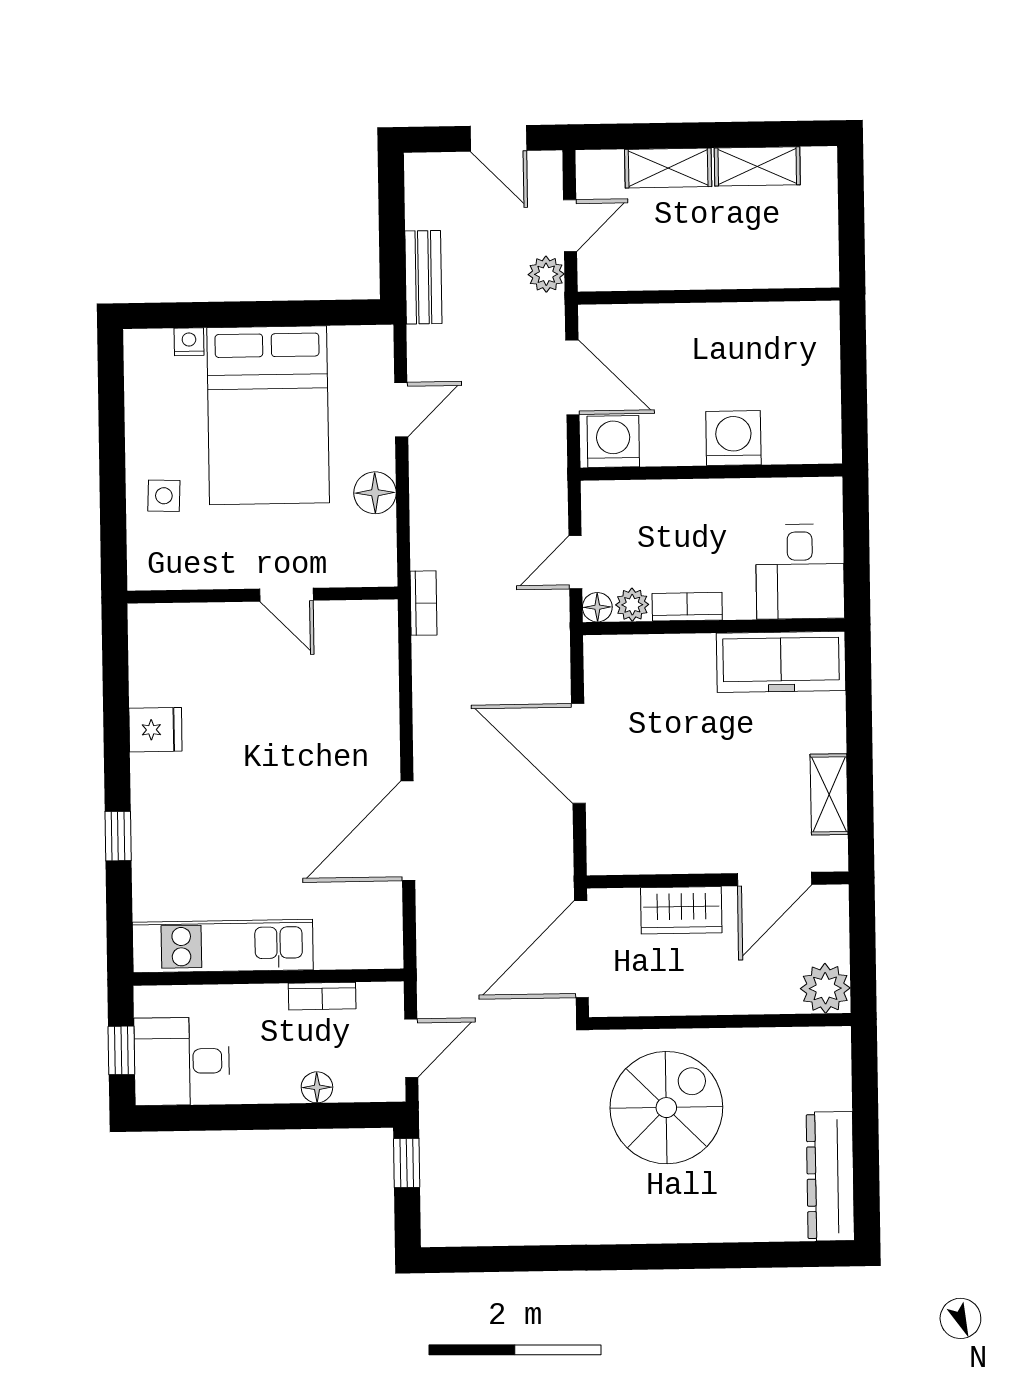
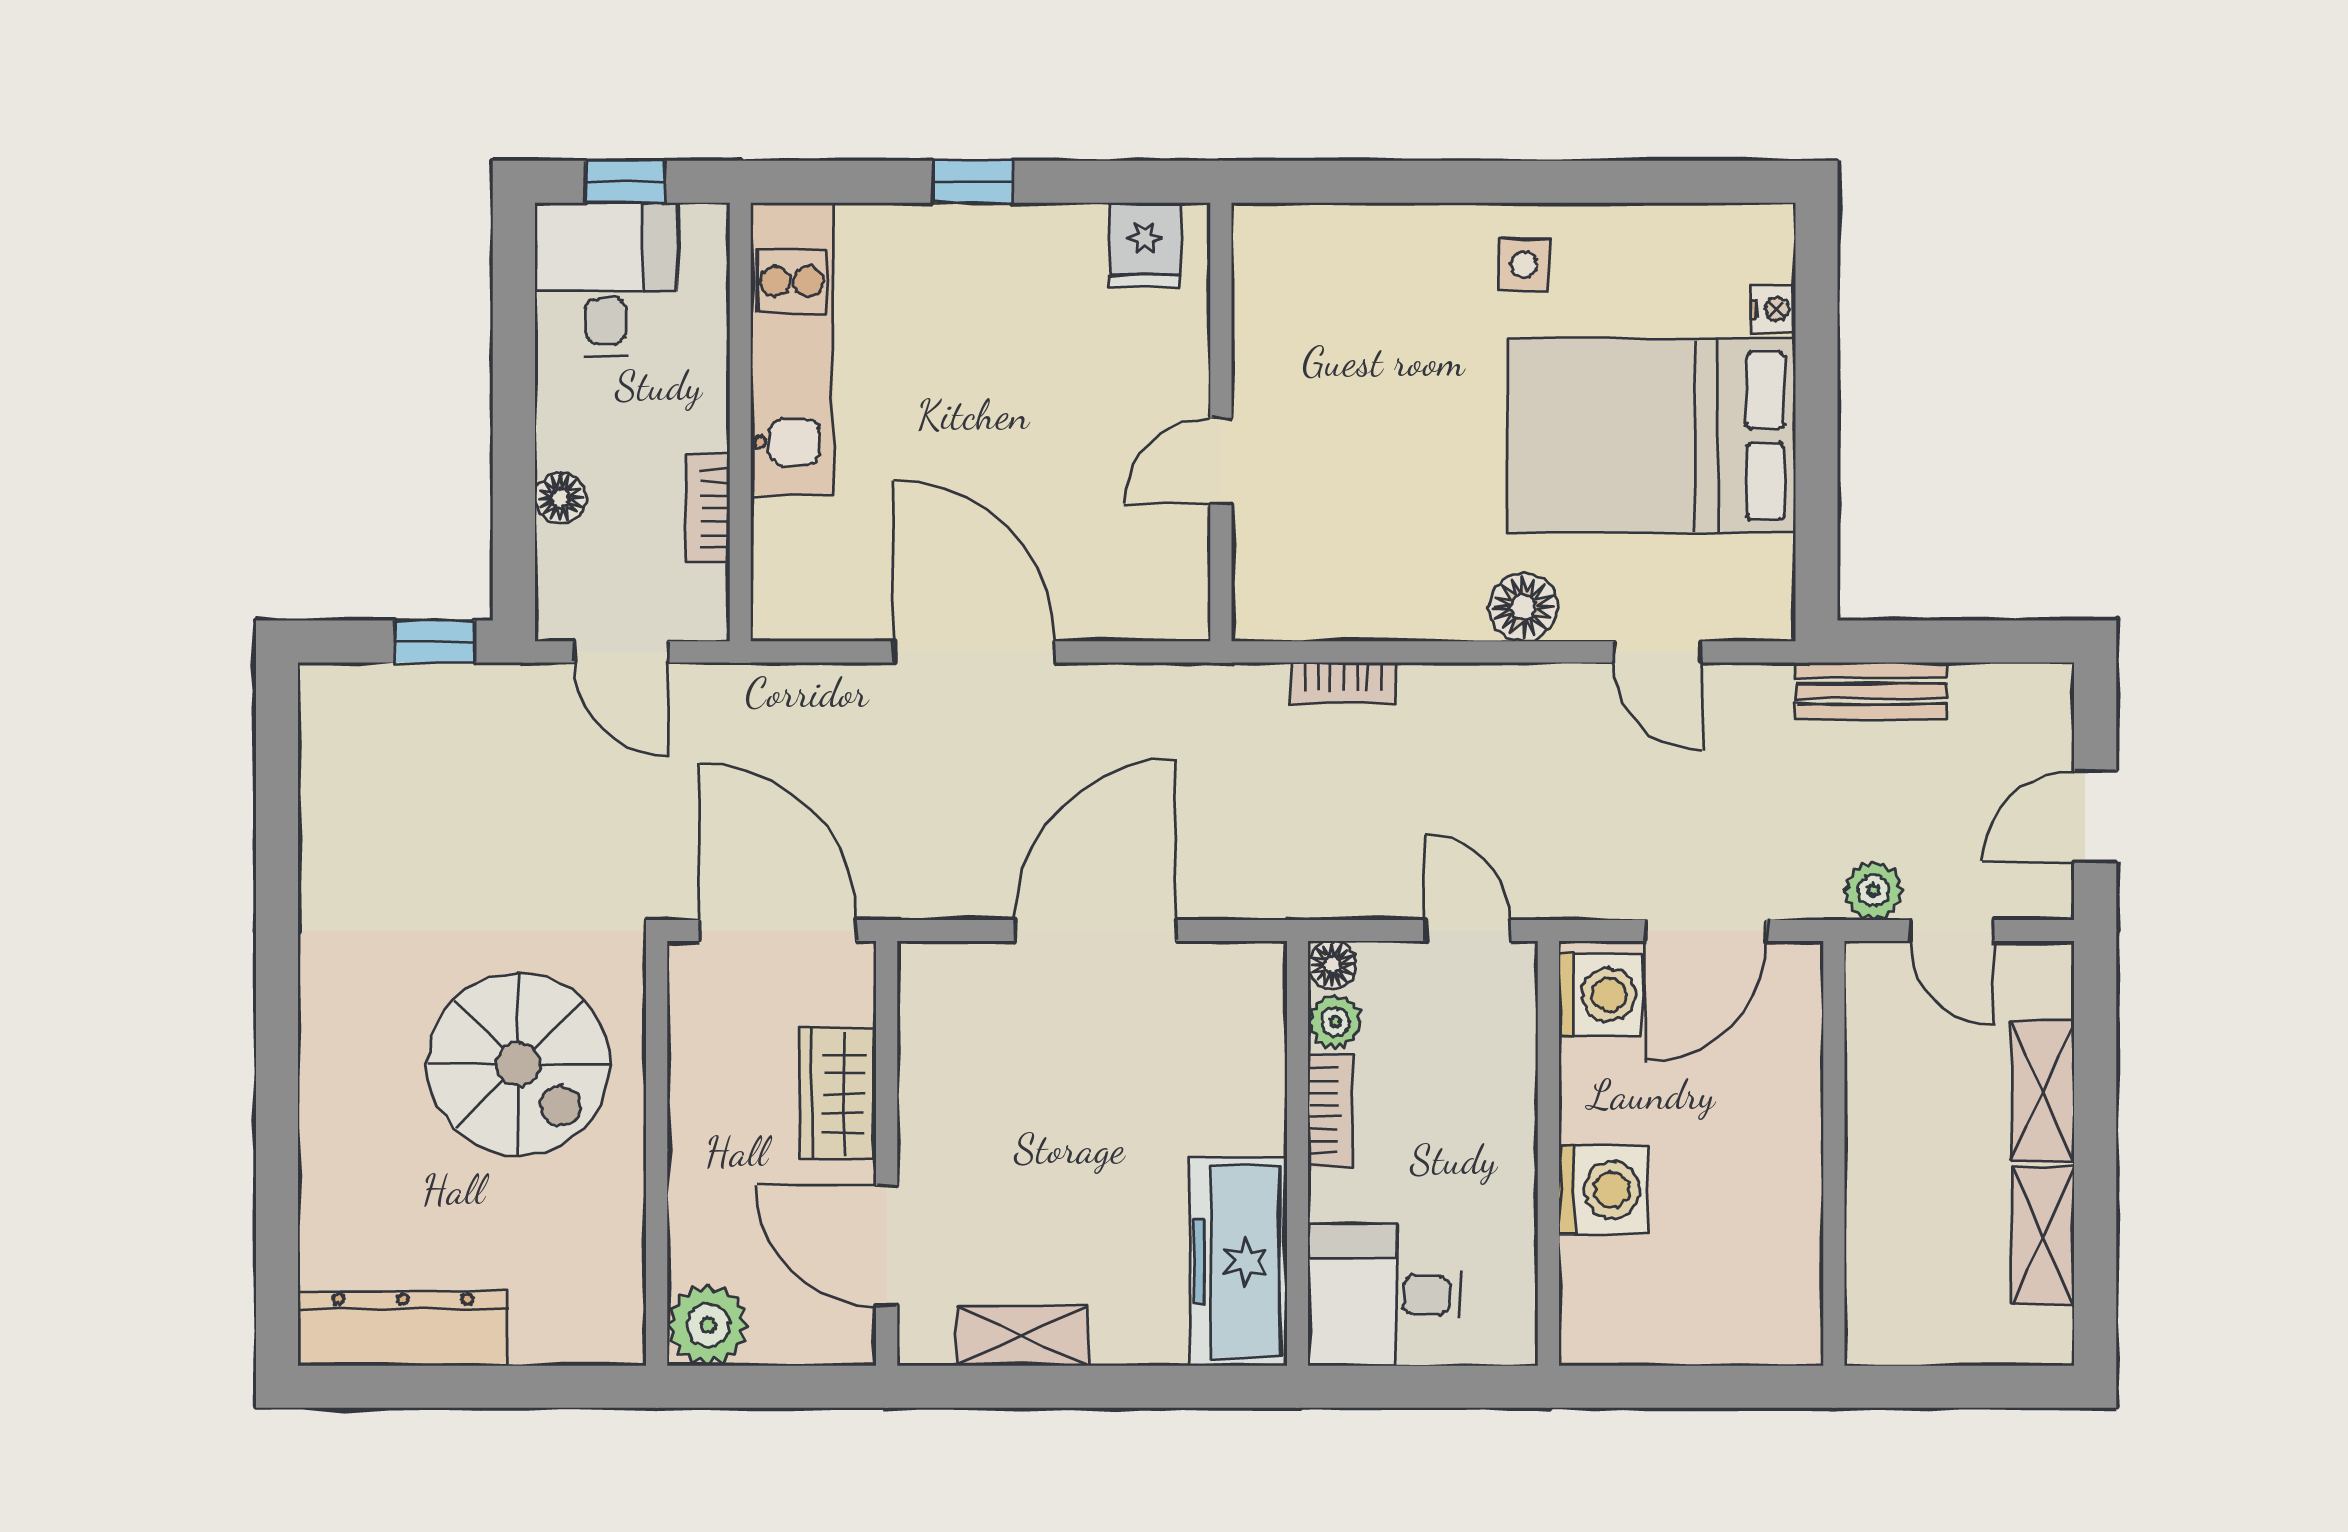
door: (575, 562) -> (1468, 930), moved
wall: (262, 595) -> (1221, 422), moved
door: (286, 595) -> (1221, 461), moved

